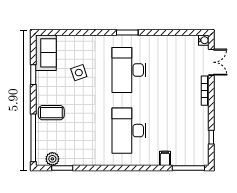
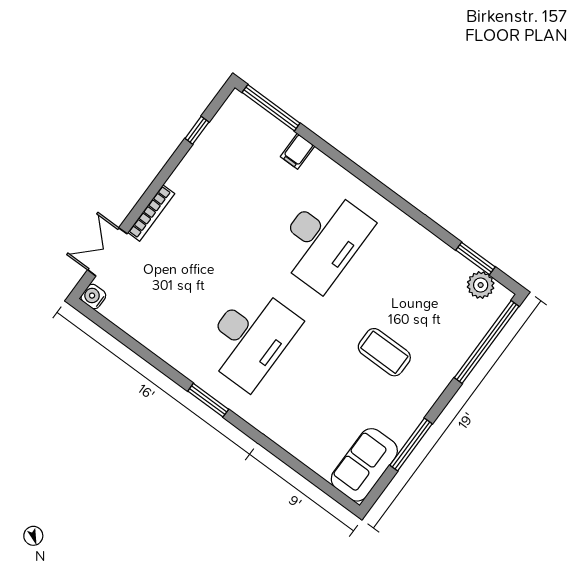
side table: (79, 73) -> (335, 393), removed
window: (33, 75) -> (411, 445), width x1.44
coffee table: (51, 113) -> (384, 352), moved

